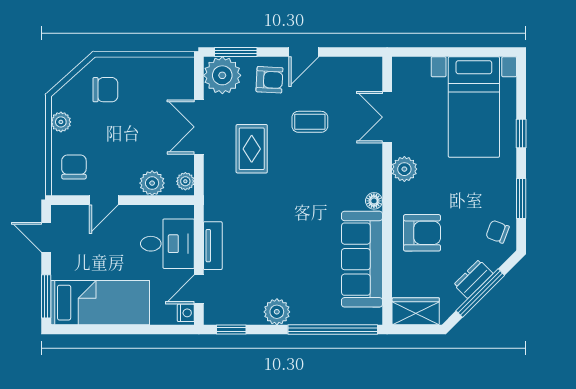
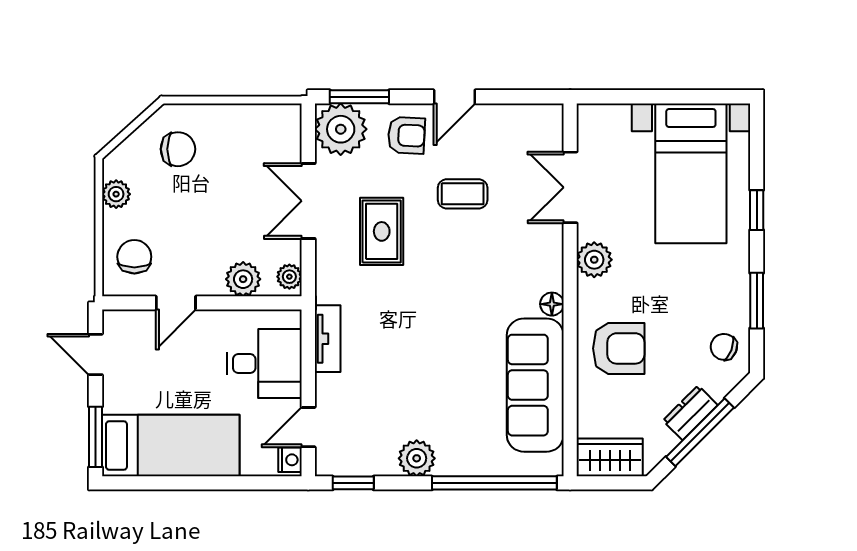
tv unit: (213, 246) -> (328, 339), moved

